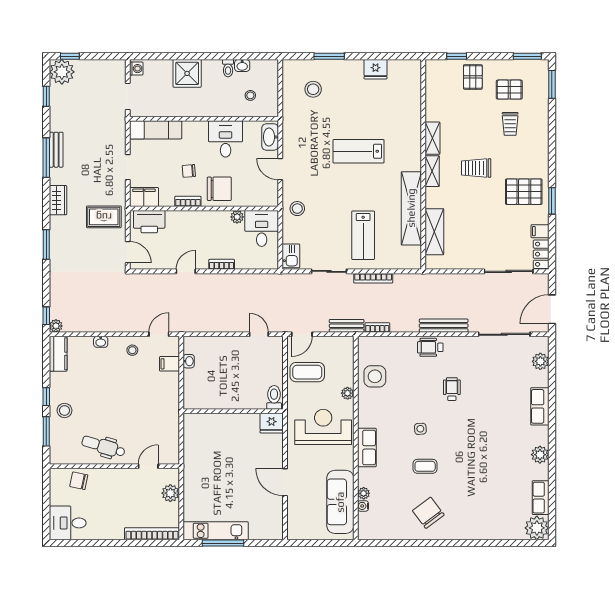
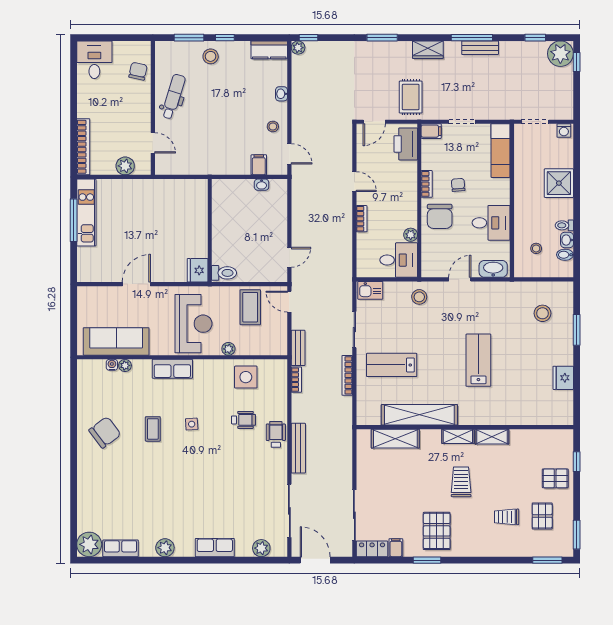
bidet: (256, 67) -> (565, 255), added
filing cabinet: (144, 197) -> (431, 131), width x0.50
wheelchair: (452, 389) -> (244, 420), moved

